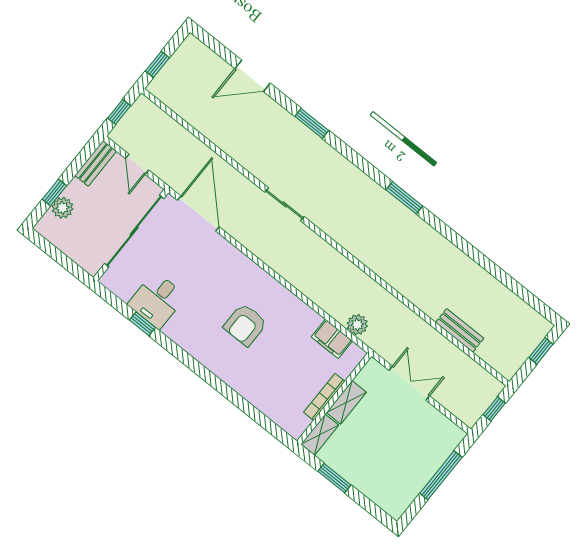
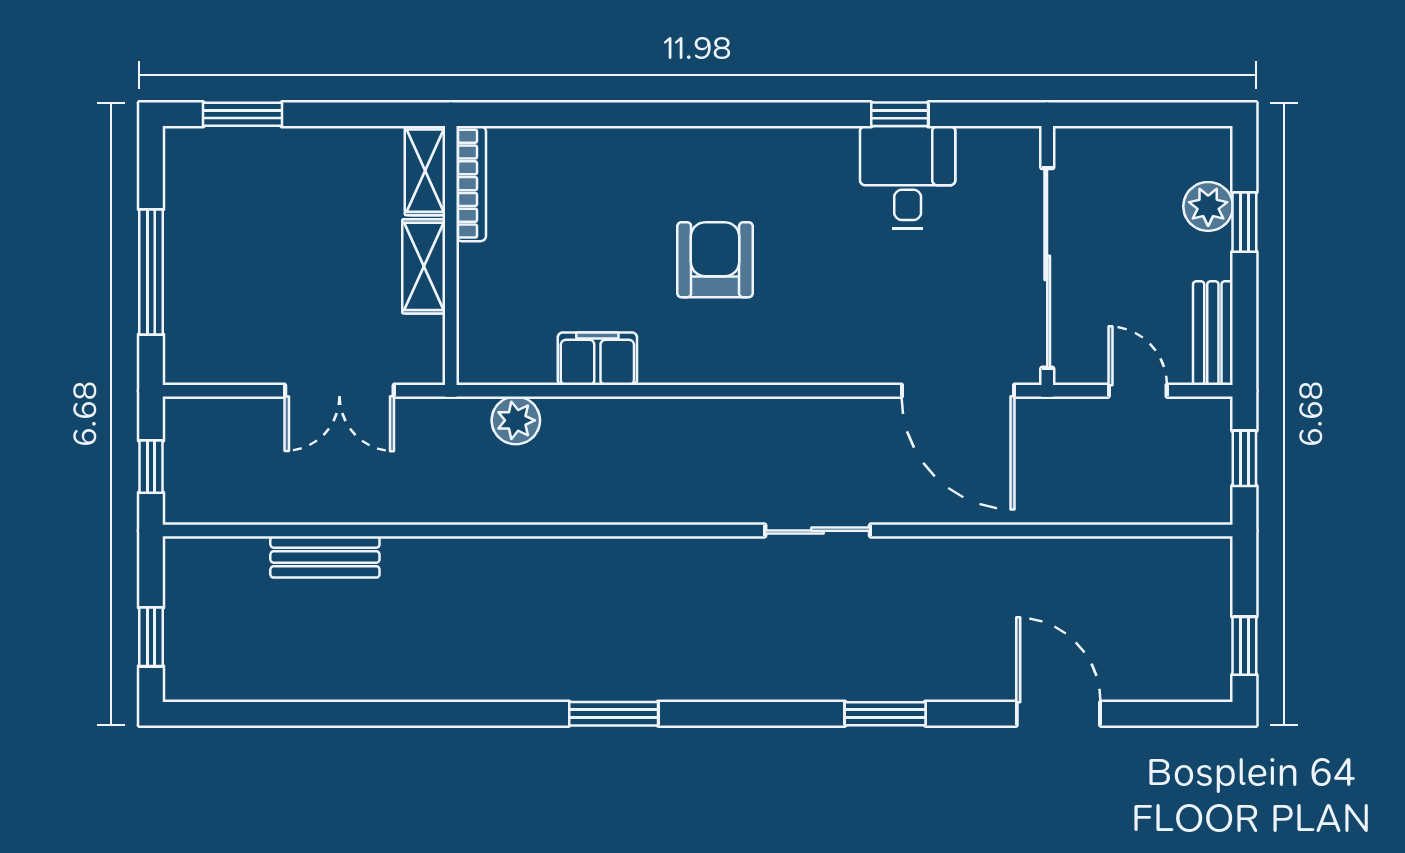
window: (157, 64) -> (1244, 646), moved
door: (253, 76) -> (1058, 714), hinge flipped
filing cabinet: (332, 339) -> (597, 359), moved
bookcase: (324, 397) -> (471, 184), moved
window: (334, 478) -> (243, 114), moved

